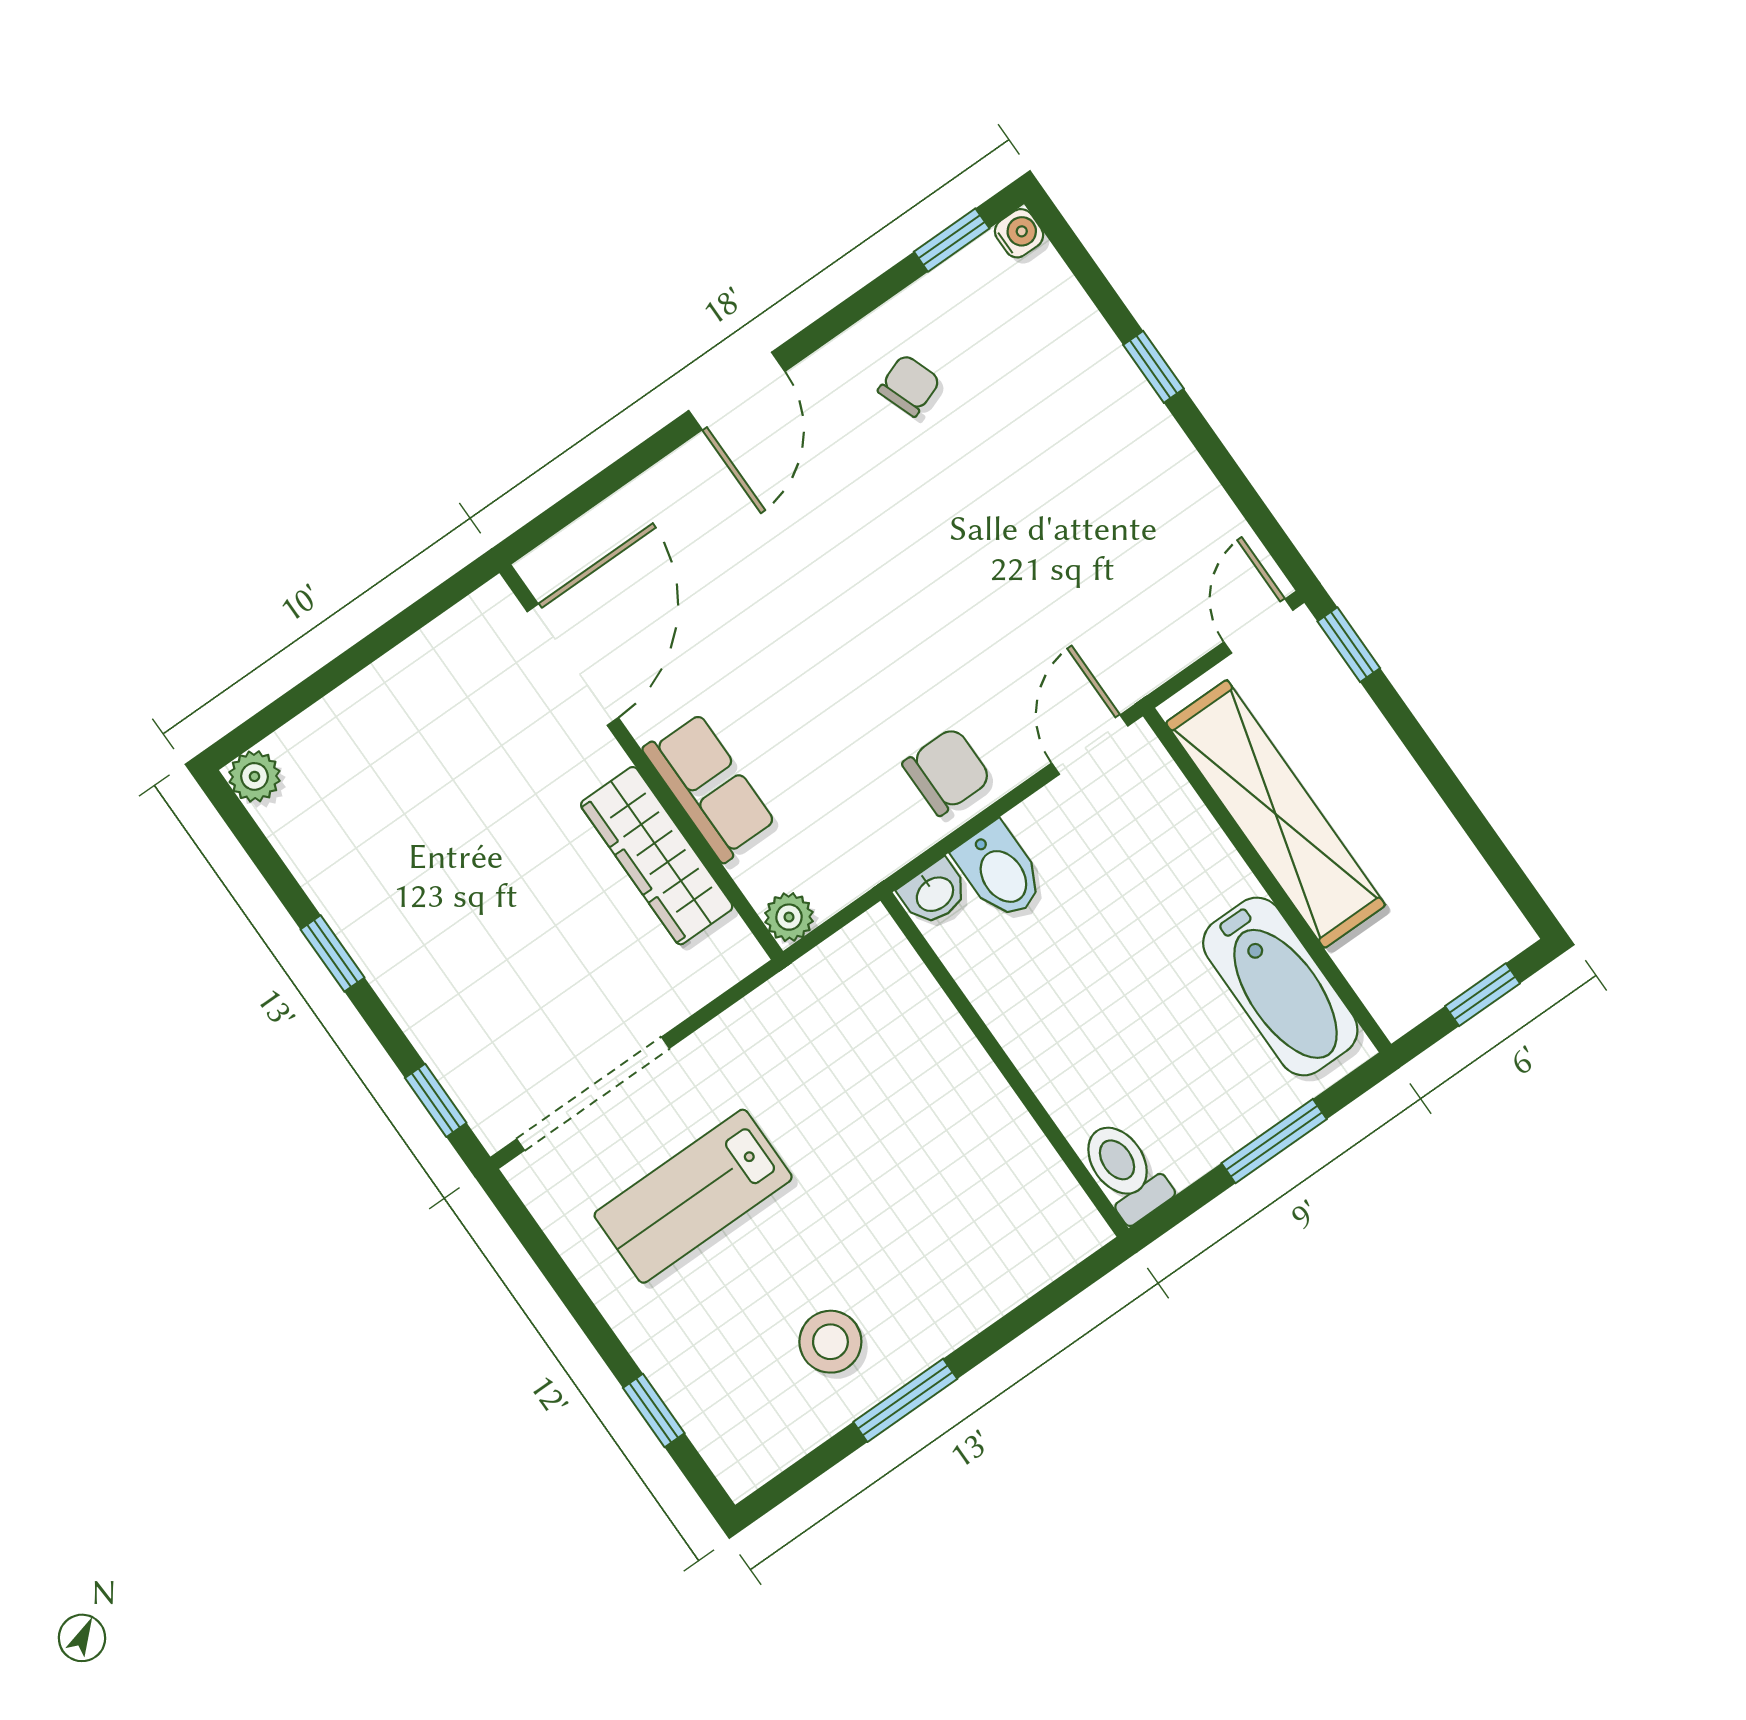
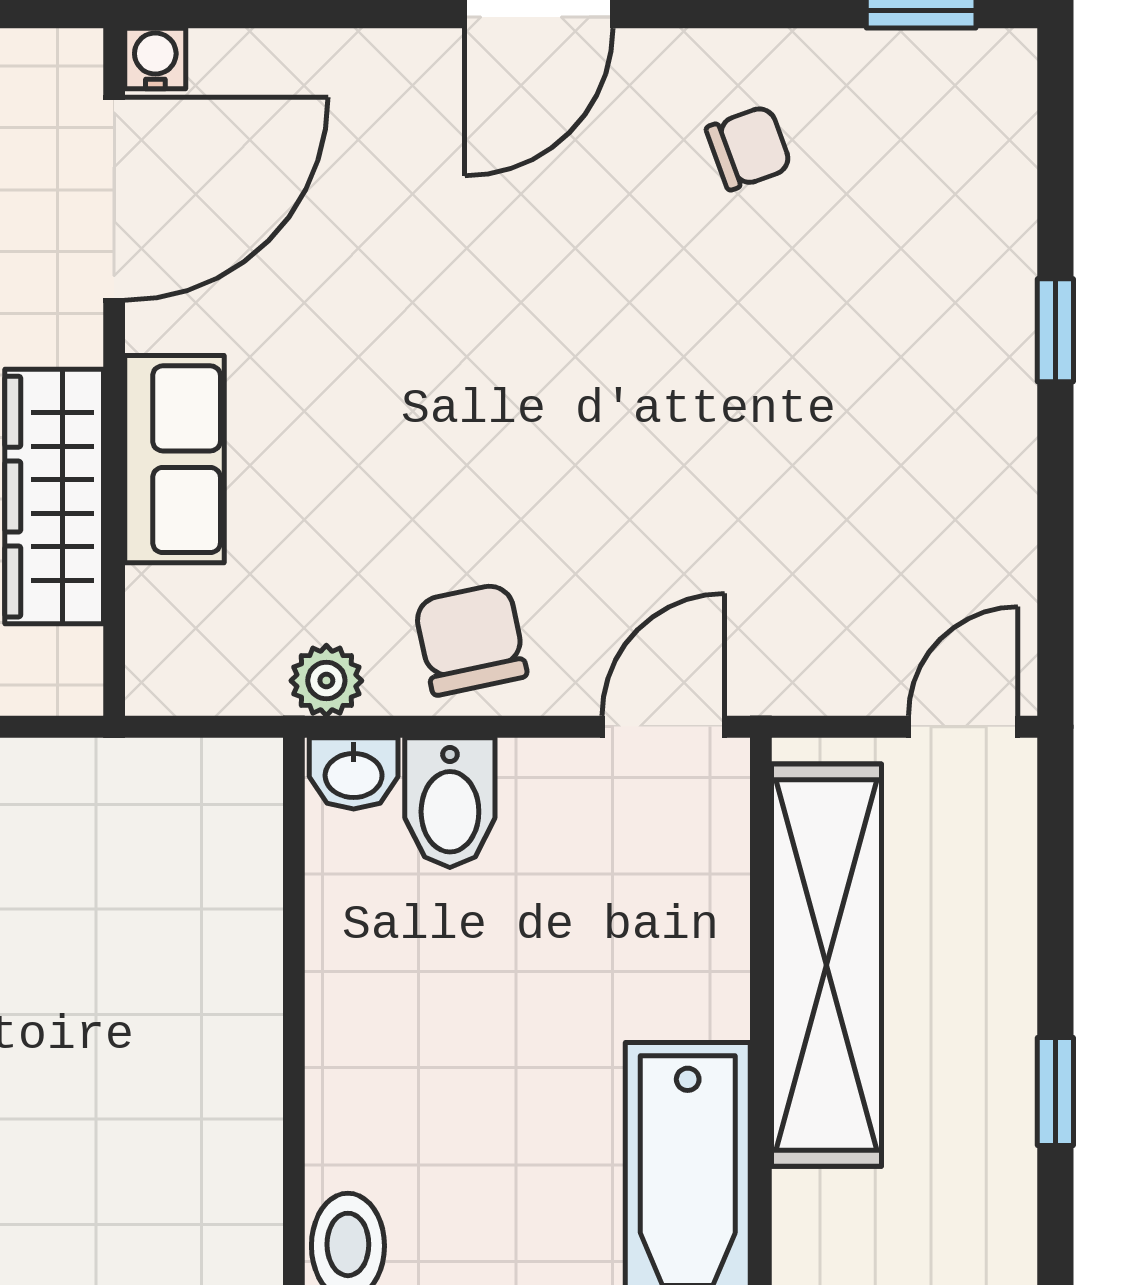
water cooler: (1019, 233) -> (155, 58), moved, turned -90
window: (1349, 645) -> (1055, 1092), moved
chair: (947, 771) -> (471, 639), turned -102
plant: (789, 917) -> (326, 681), moved

